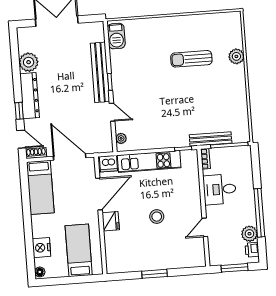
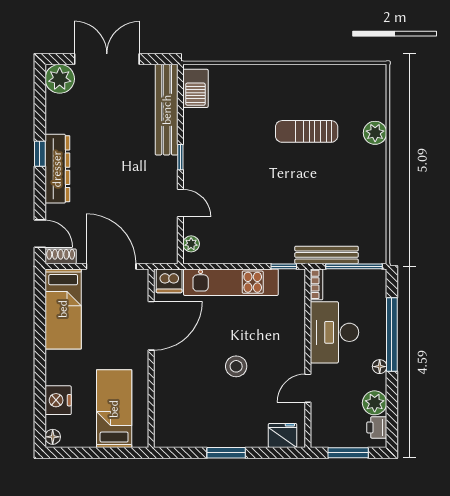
plant: (29, 62) -> (60, 79), moved
bench: (100, 72) -> (167, 110), moved
window: (19, 111) -> (40, 154), moved
desk: (220, 189) -> (334, 332), width x1.37
floor lamp: (251, 210) -> (380, 367), added
window: (259, 213) -> (392, 334), moved
fridge: (111, 221) -> (283, 435), moved, turned -90

